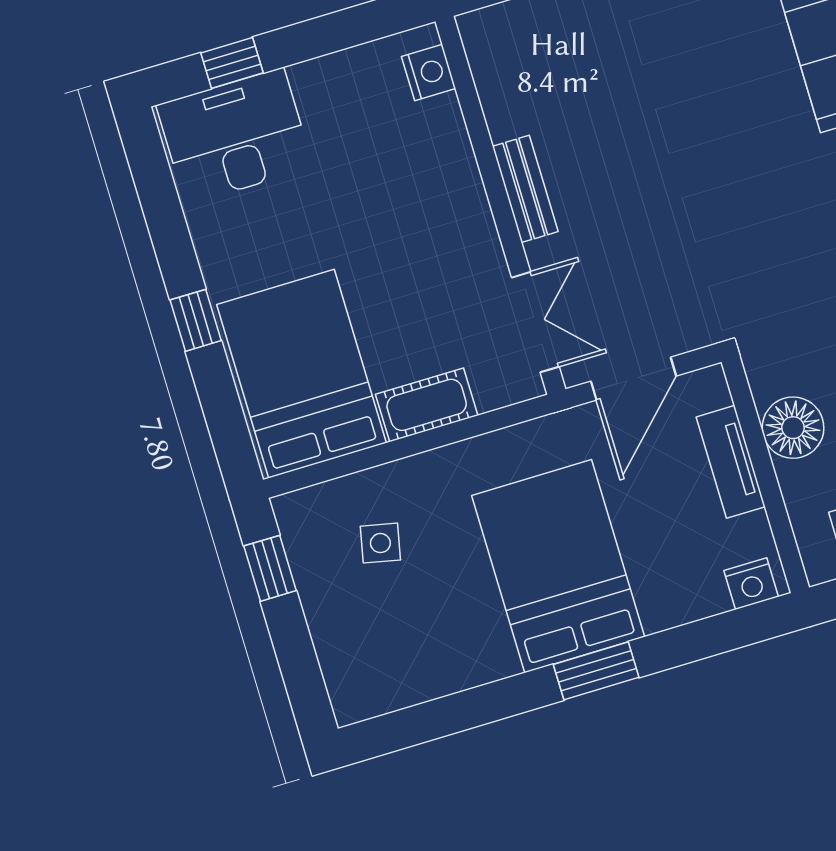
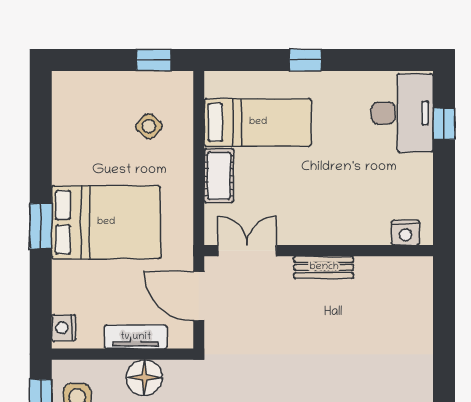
double door: (535, 322) -> (247, 251), swing flipped
bed: (301, 374) -> (258, 122), width x0.67
side table: (380, 543) -> (149, 126), turned 31

